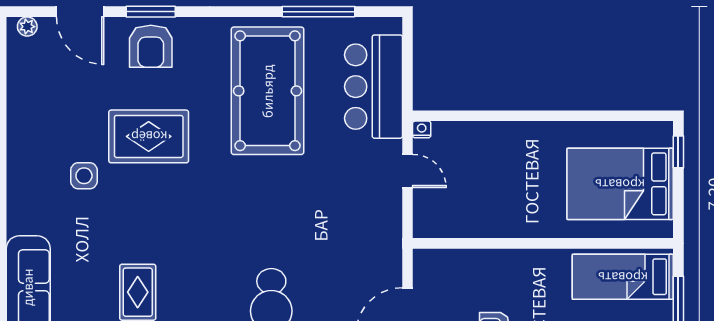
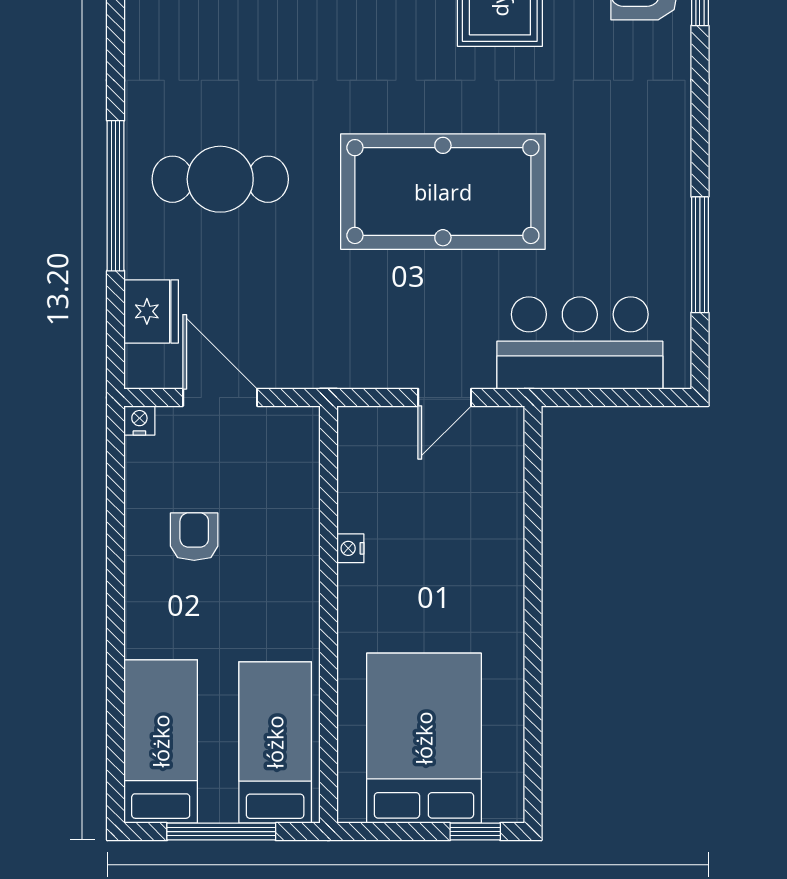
pool table: (268, 91) -> (443, 192), moved
nightstand: (422, 129) -> (350, 548), moved, turned 180

